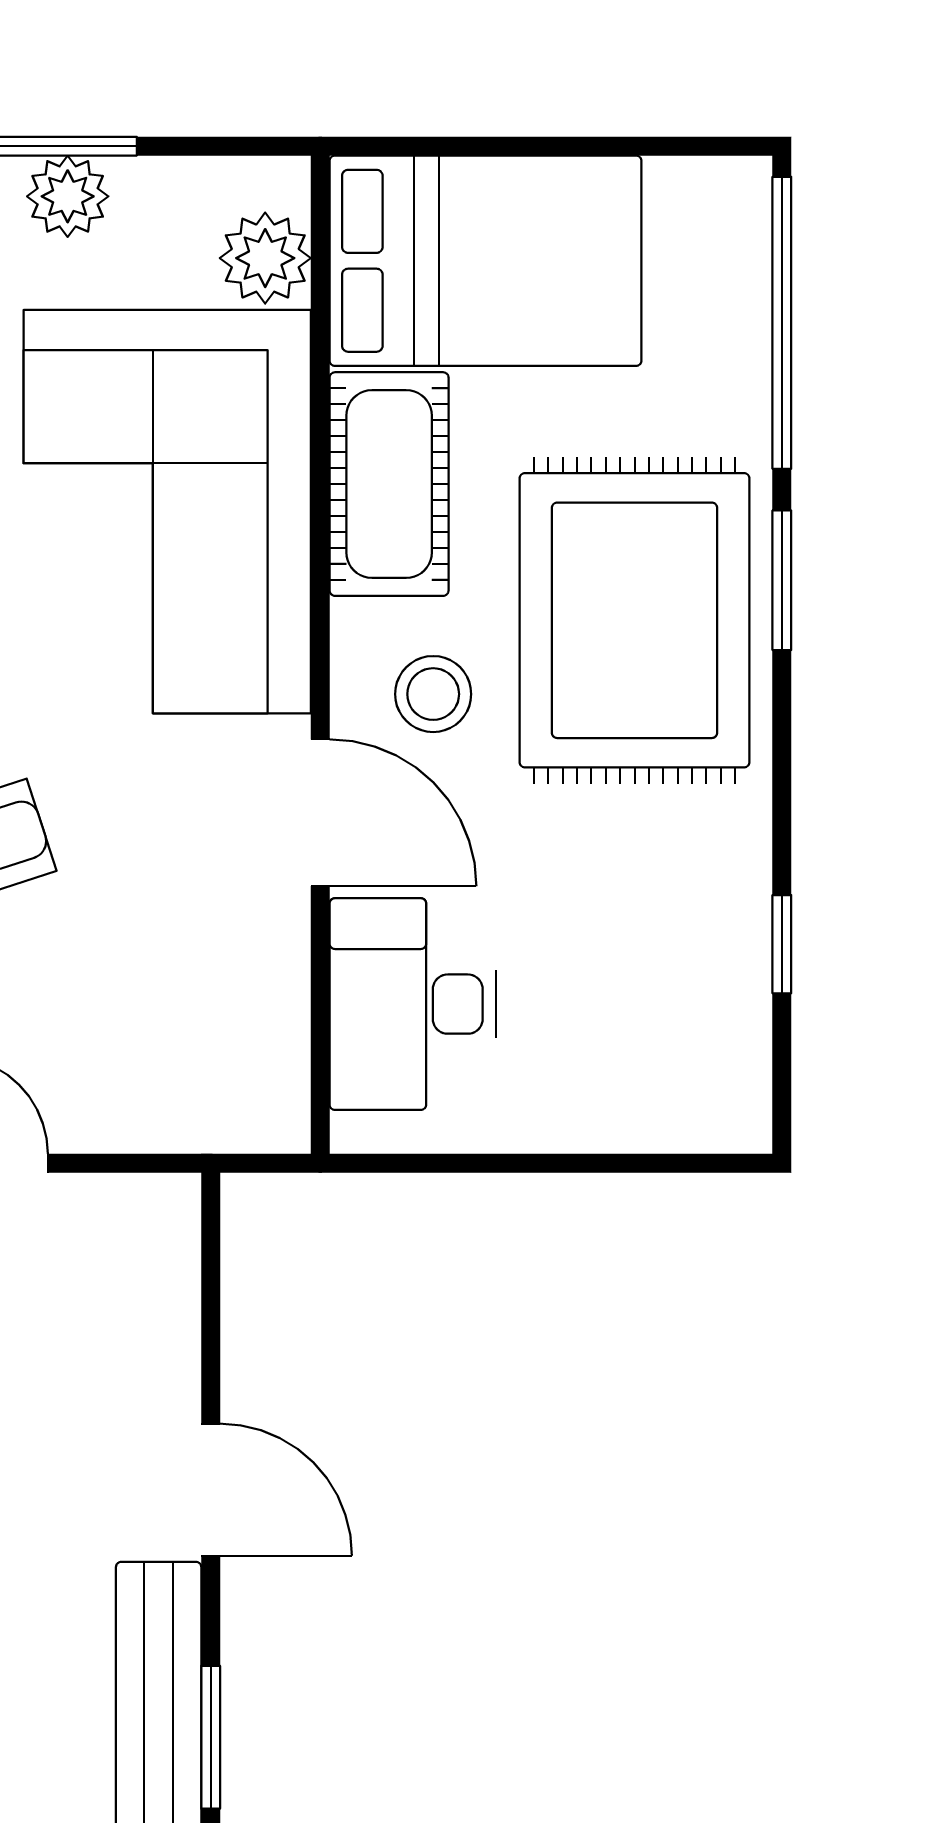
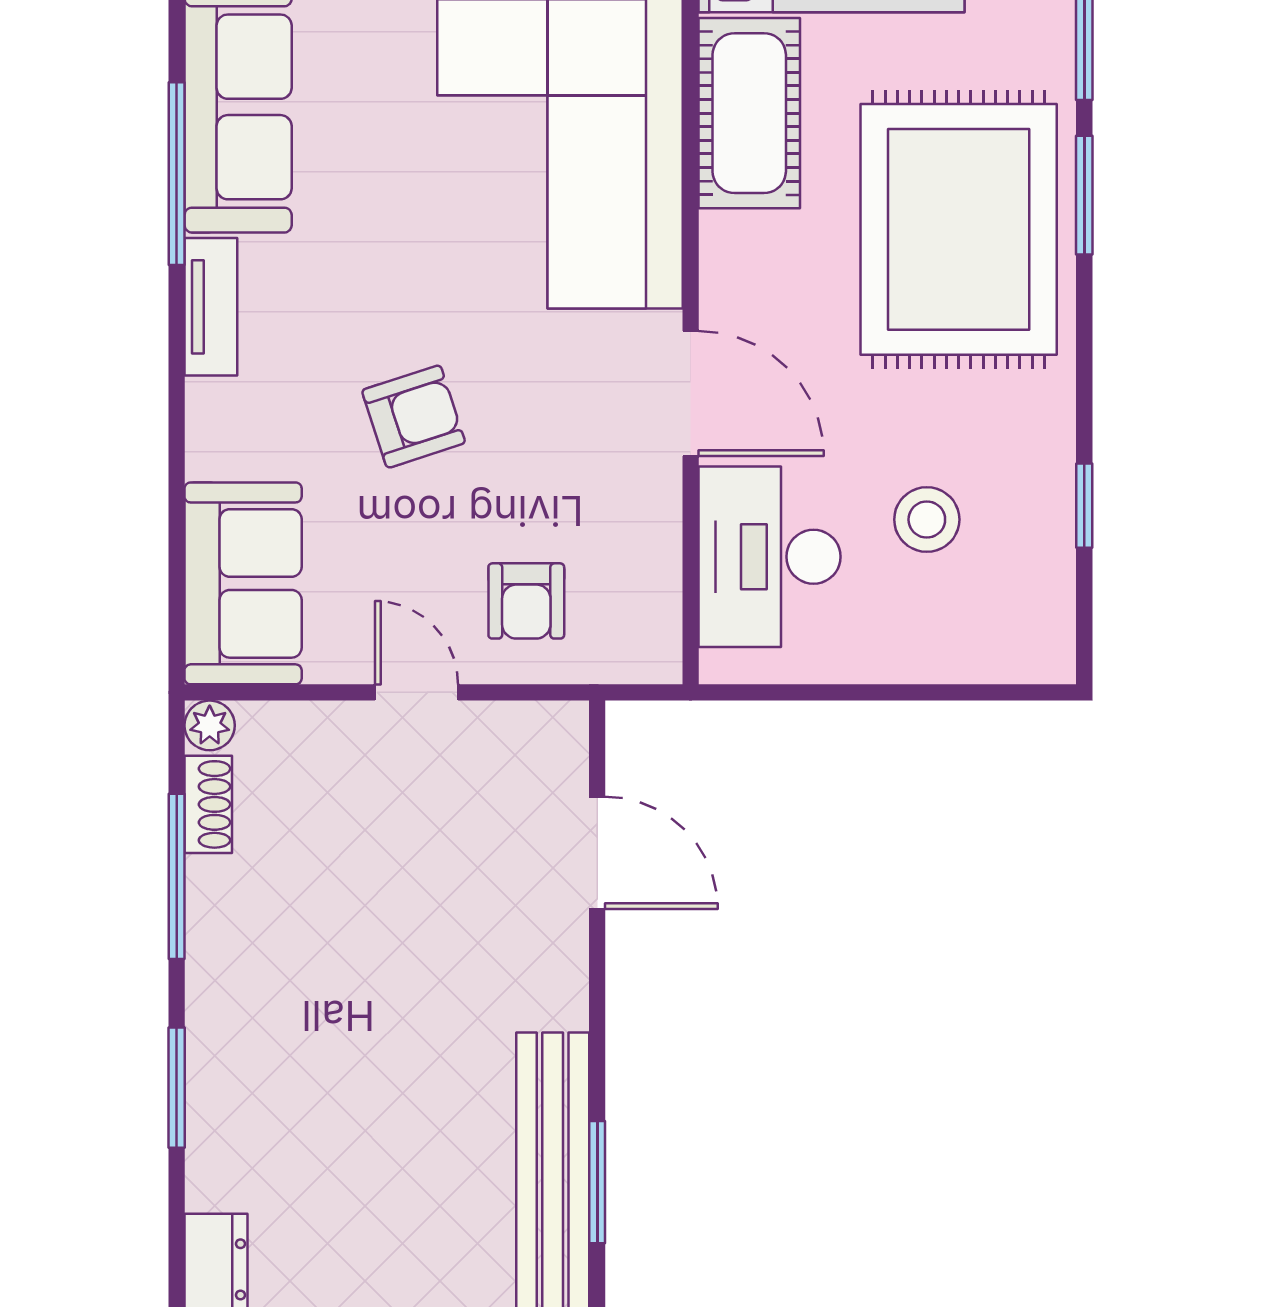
stool: (433, 694) -> (927, 520), moved
armchair: (128, 1056) -> (526, 601), added
door: (211, 1490) -> (597, 853), moved

